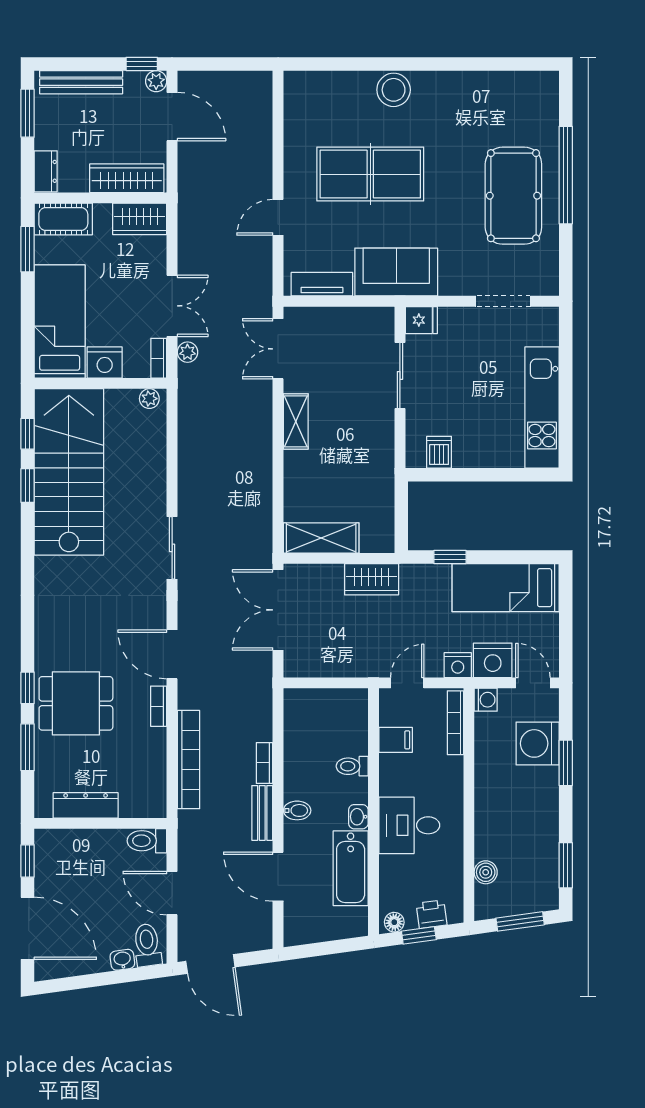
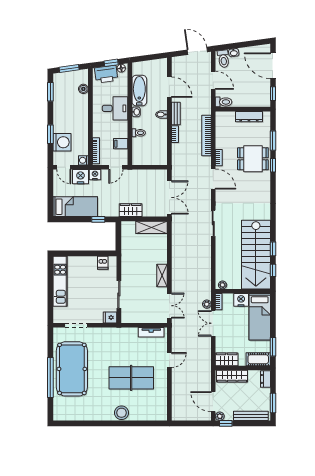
pool table: (513, 196) -> (72, 369), width x1.36, depth x1.32
sofa: (396, 272) -> (120, 337), removed
printer: (432, 914) -> (106, 74), width x1.87, depth x1.48

